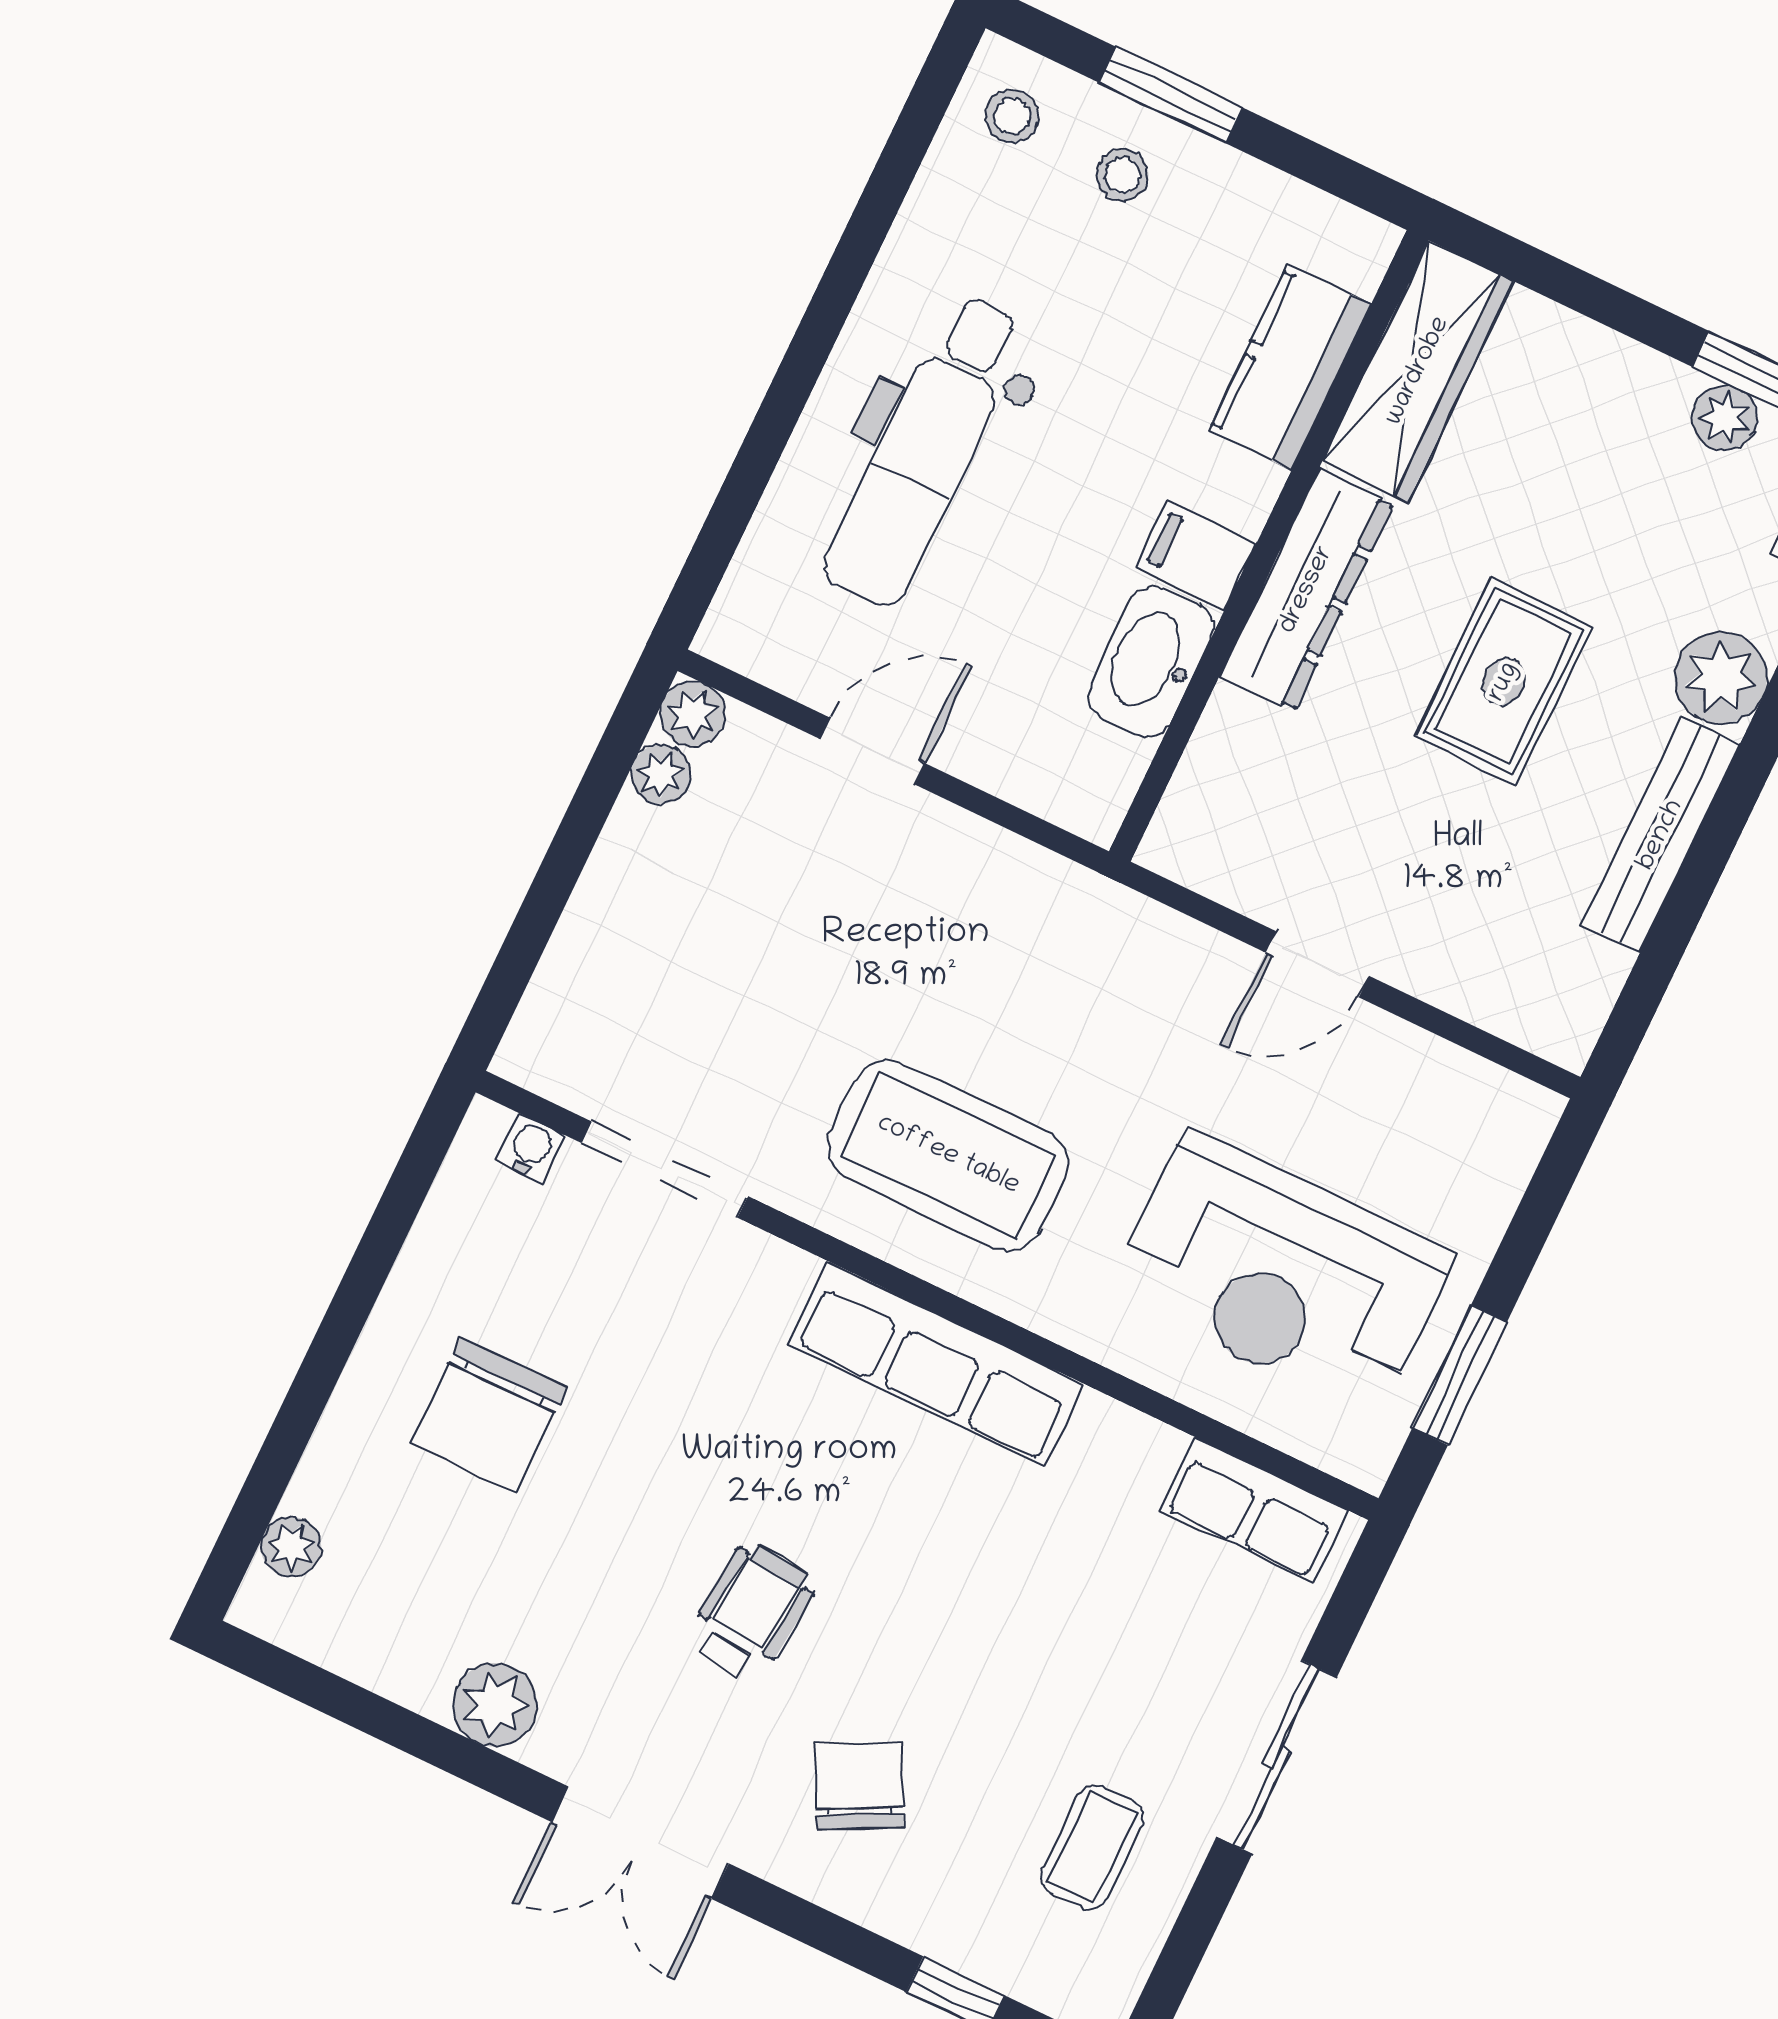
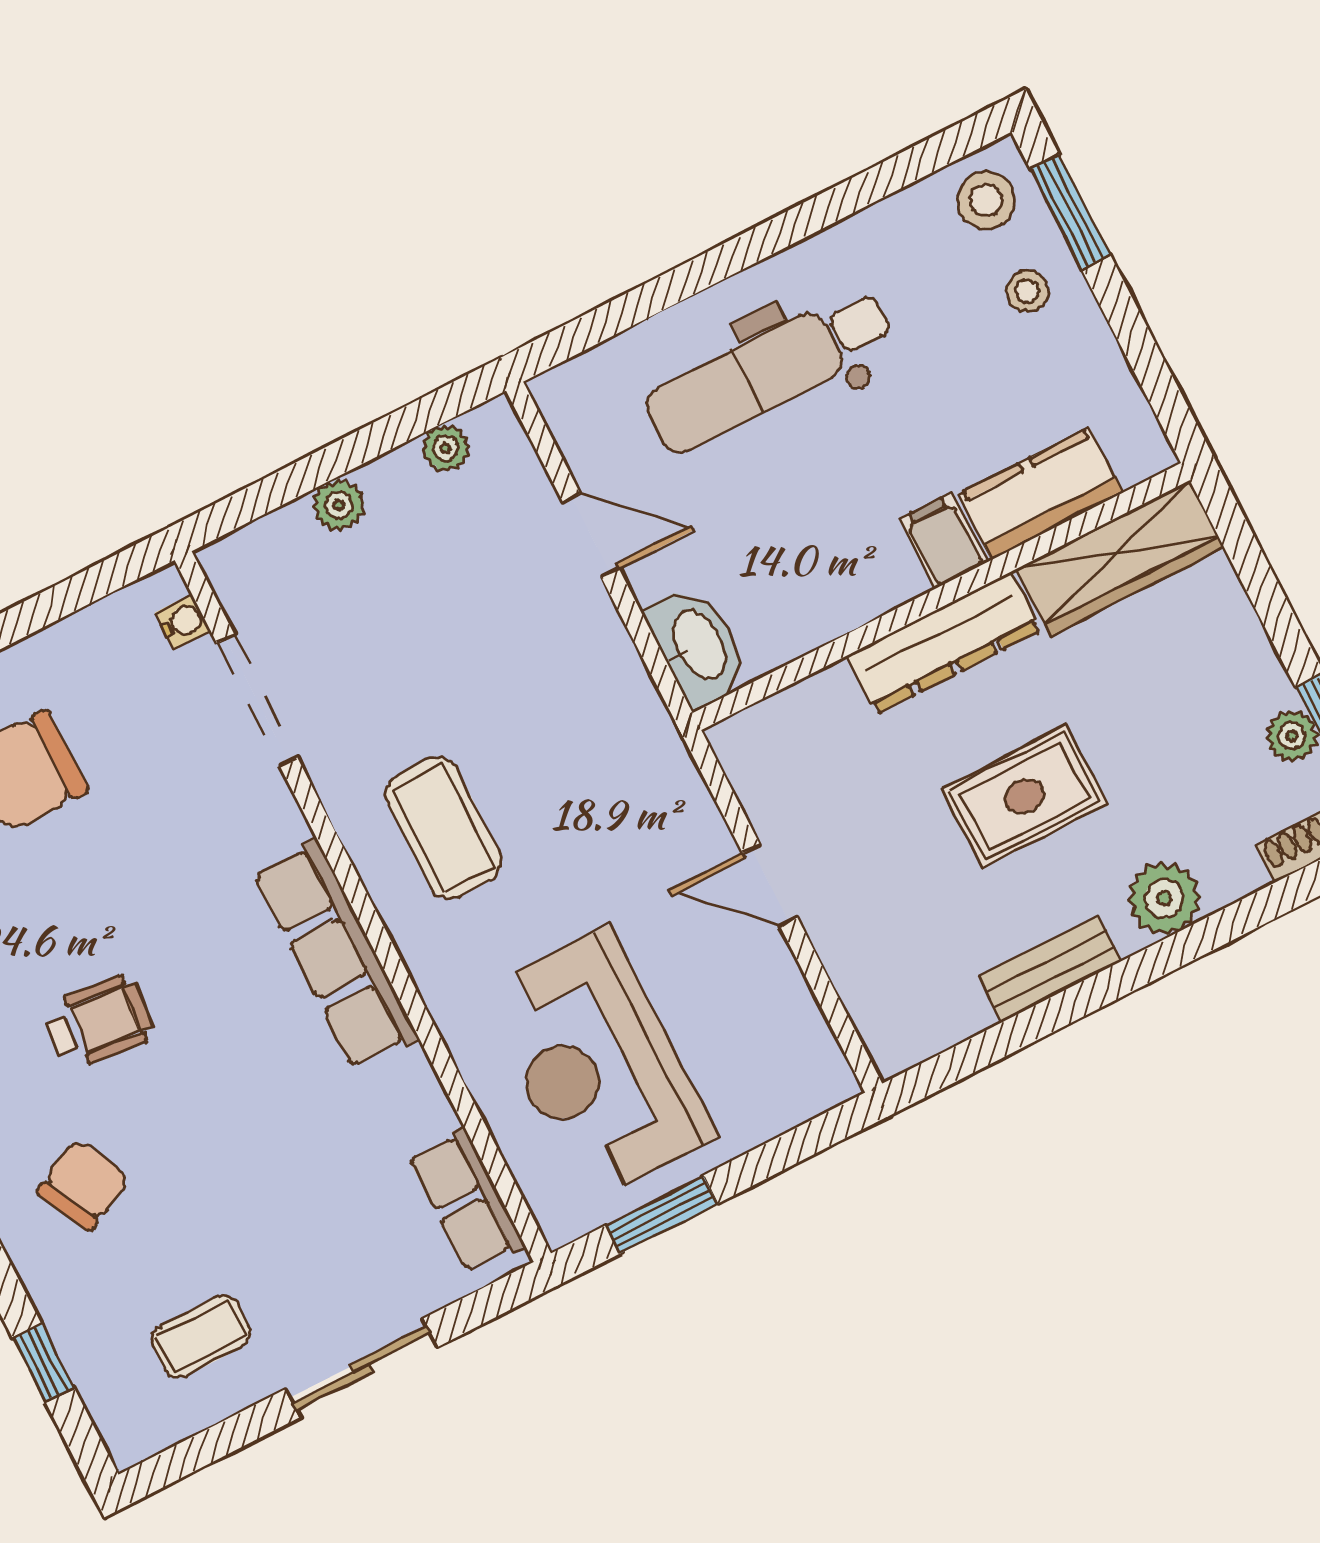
window: (1171, 95) -> (1070, 212), moved
stool: (1012, 116) -> (986, 200), width x1.37, depth x1.37
filing cabinet: (1196, 555) -> (943, 541), moved
washbasin: (1151, 662) -> (698, 646), moved, turned 90
plant: (693, 714) -> (339, 505), moved
bench: (1661, 835) -> (1050, 969), width x0.73
coffee table: (948, 1155) -> (443, 828), width x0.73, depth x0.76

